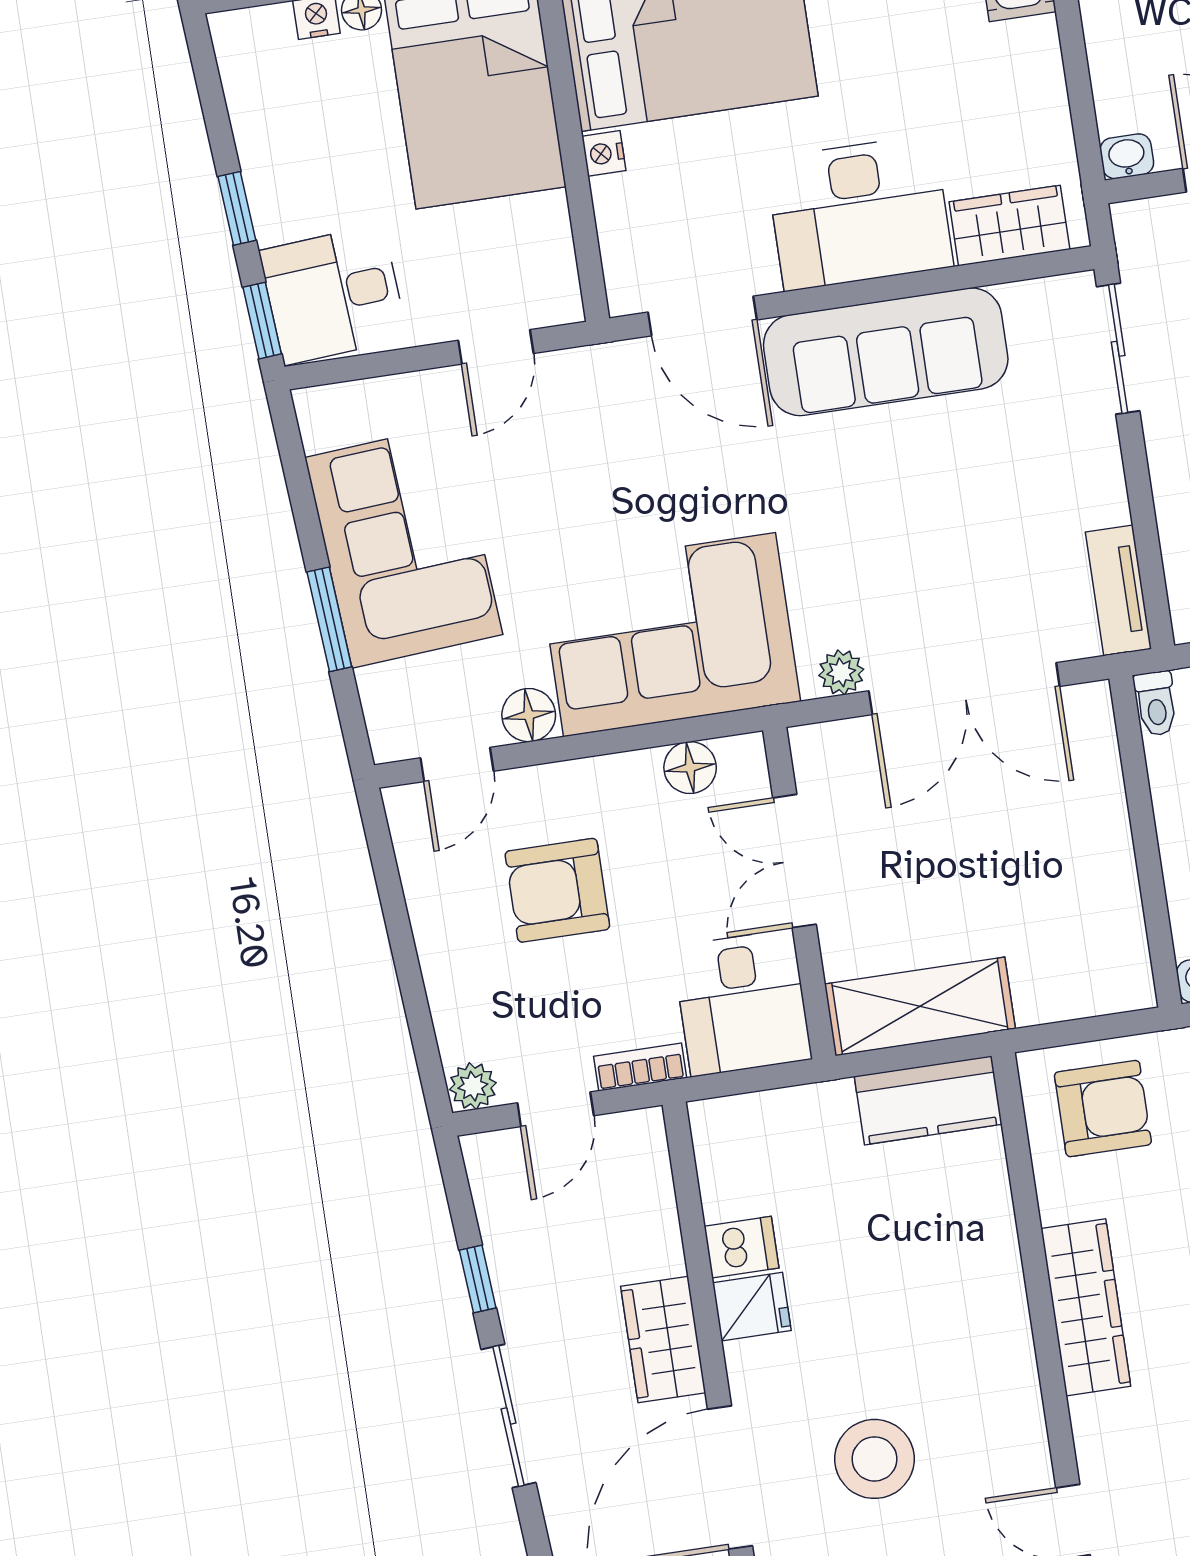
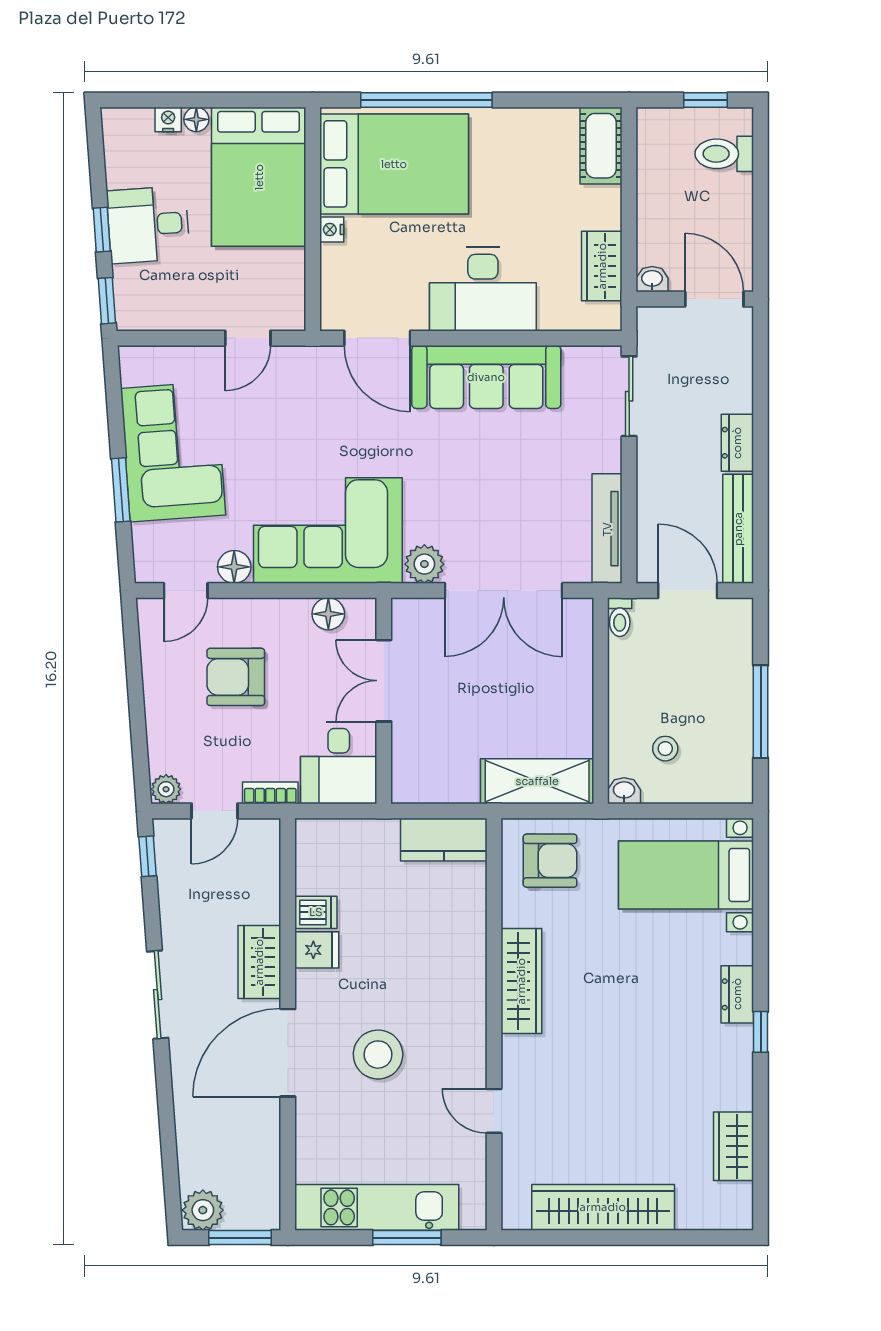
wardrobe: (1009, 226) -> (602, 266), moved, turned -90
desk: (333, 294) -> (148, 225), moved
tv unit: (1118, 590) -> (607, 529), width x1.41
plant: (841, 672) -> (424, 564), width x1.38, depth x1.38
shelving: (920, 1006) -> (537, 781), moved
window: (478, 1279) -> (148, 856), moved

